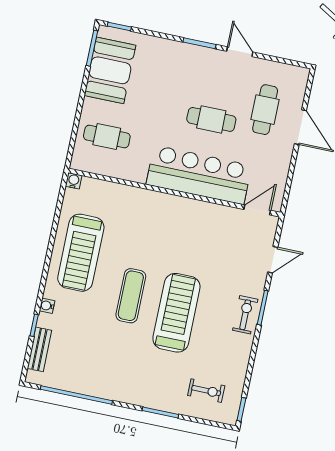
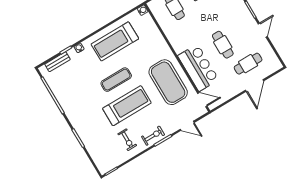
bar counter: (199, 175) -> (198, 68), width x0.73
exercise mat: (195, 233) -> (168, 82), added
exercise bike: (206, 391) -> (127, 140), moved

